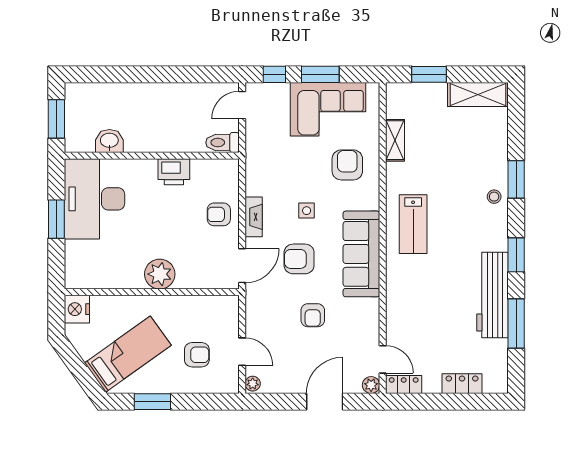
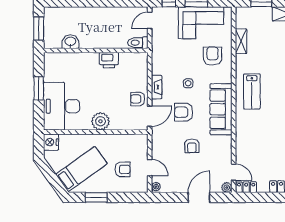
desk: (94, 199) -> (61, 106), moved
armchair: (219, 214) -> (138, 99), moved

